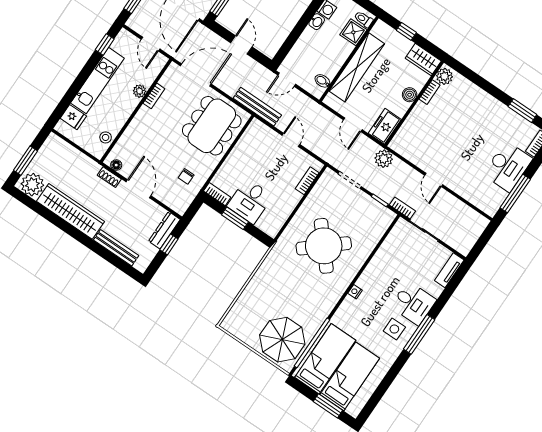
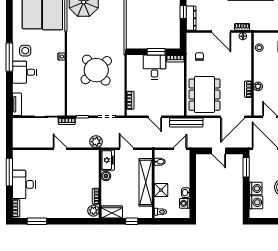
shower: (353, 32) -> (161, 190), moved
boiler: (410, 95) -> (106, 176), moved

